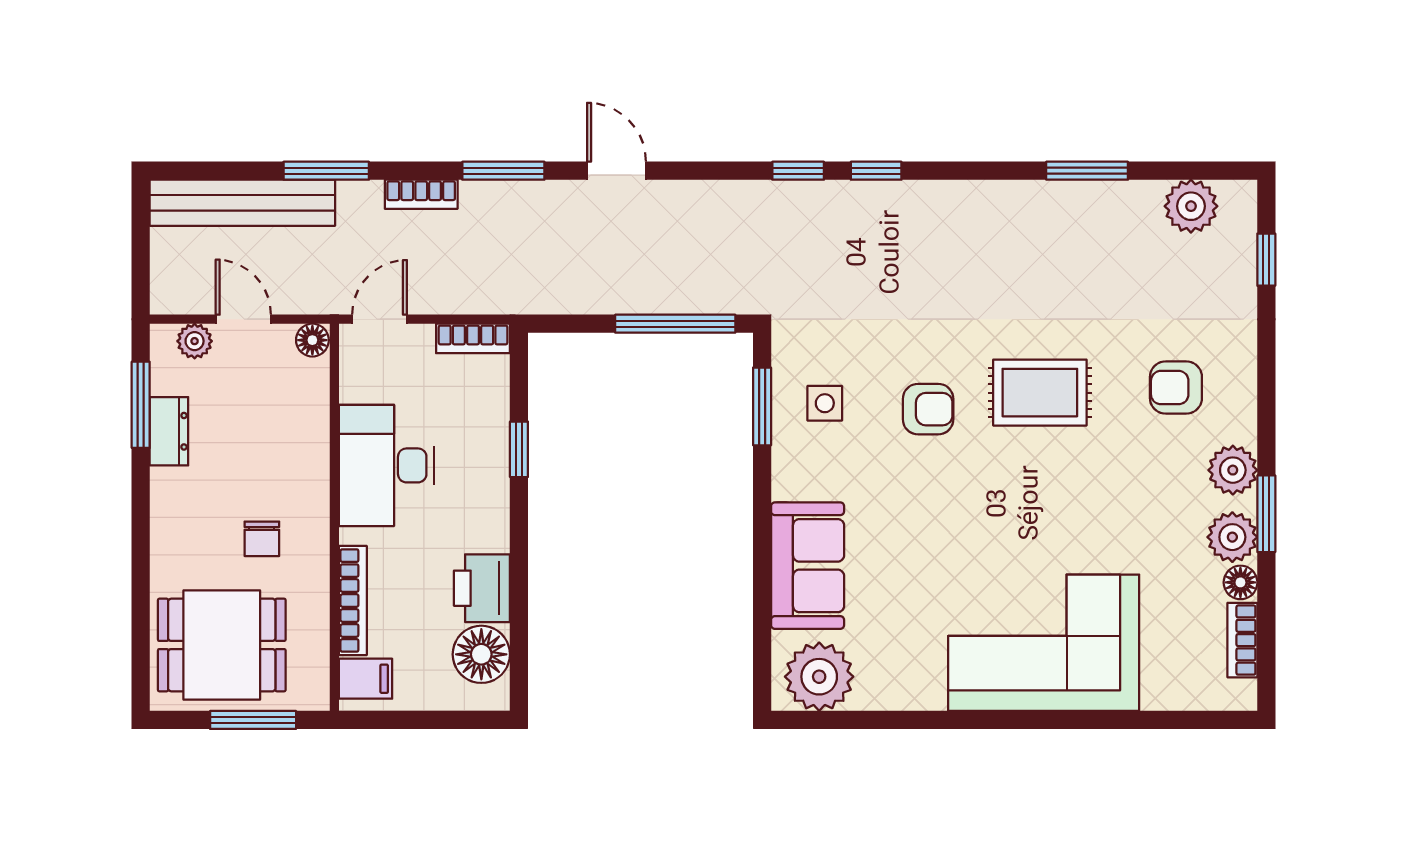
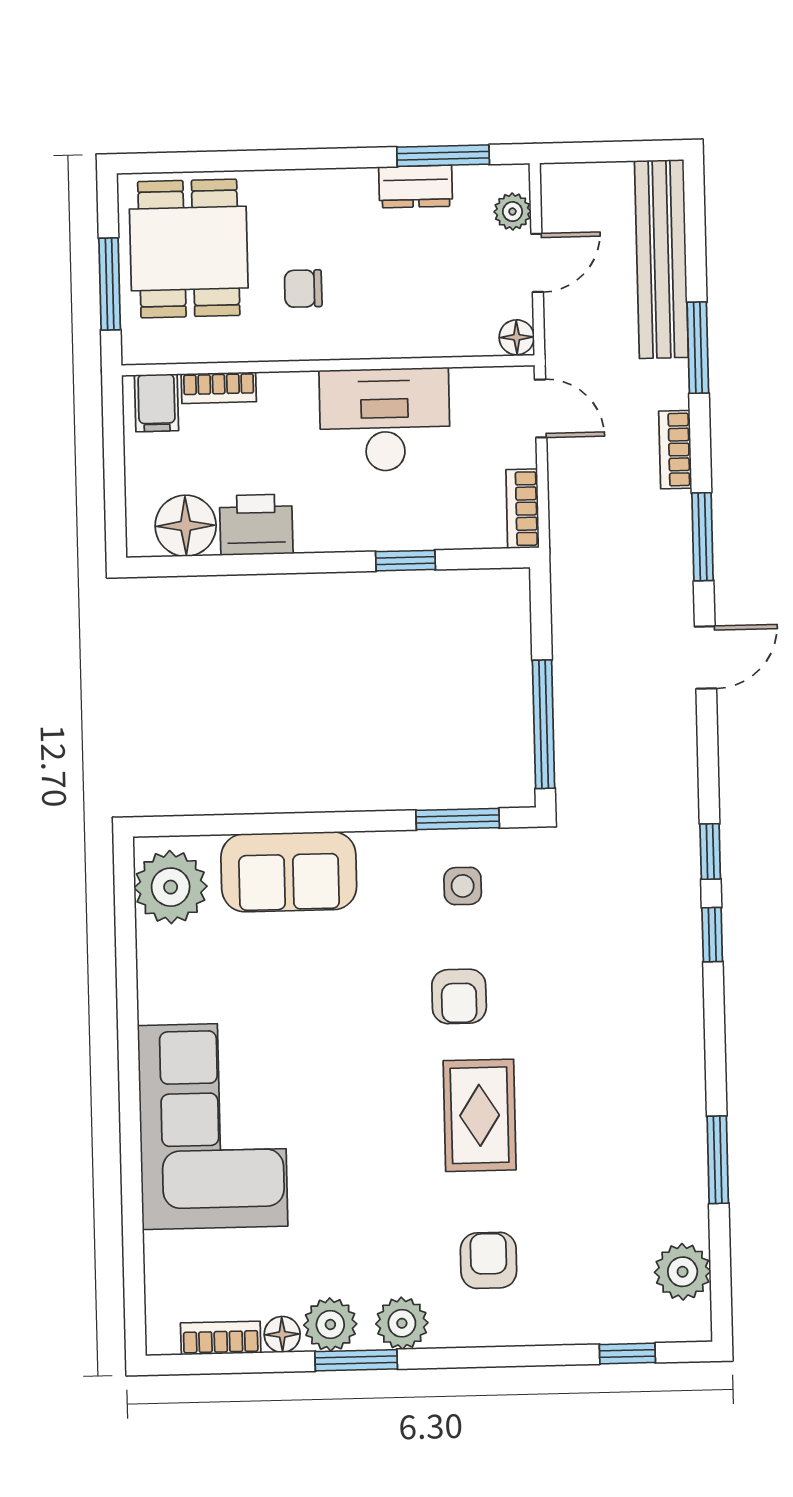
bookcase: (353, 601) -> (219, 388), width x0.64

